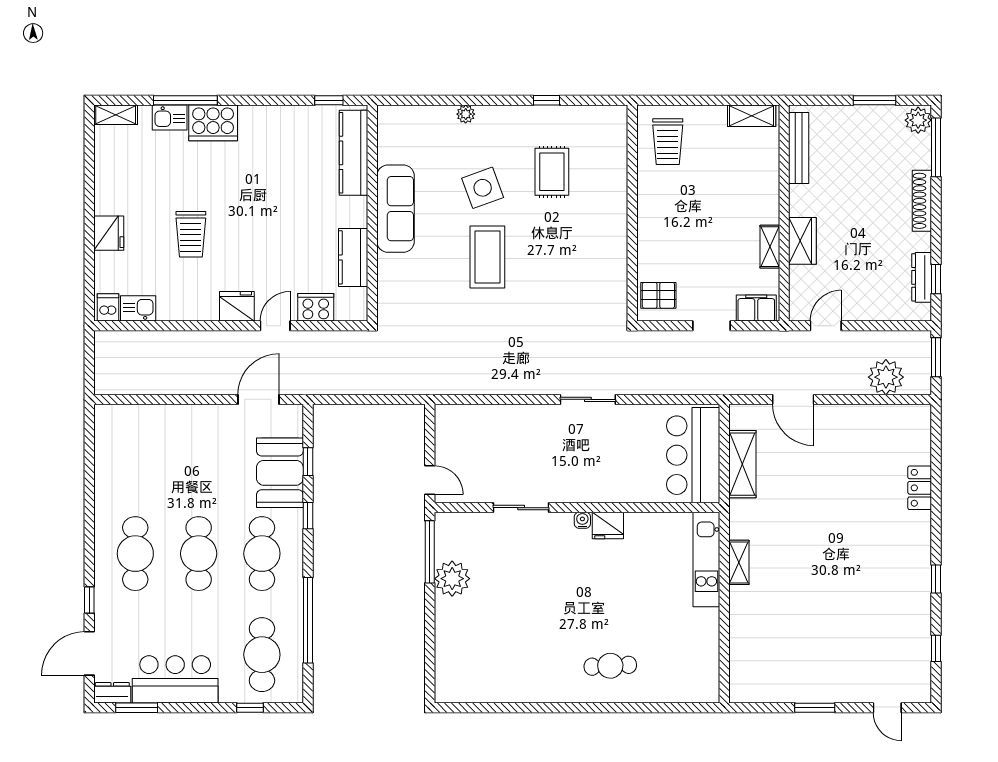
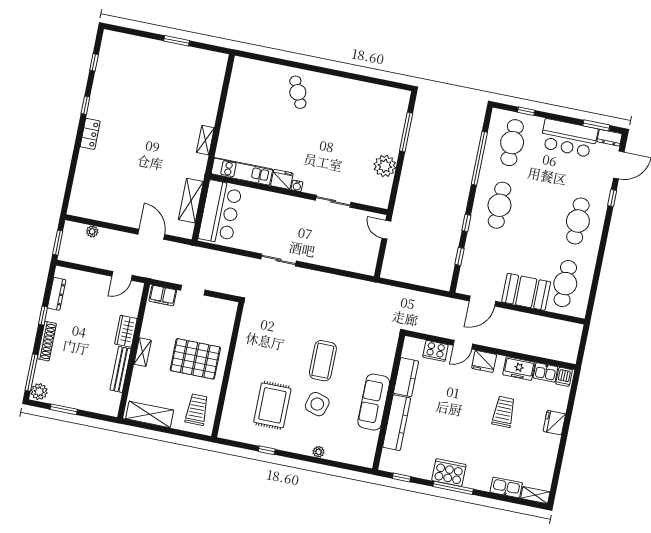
window: (185, 100) -> (453, 488), moved
shelving: (752, 116) -> (150, 414), width x1.50, depth x1.33
kitchen sink: (170, 117) -> (506, 488), width x1.38
cooker: (213, 123) -> (449, 472), moved
bench: (799, 148) -> (121, 369), moved
kitchen counter: (353, 153) -> (397, 423), moved
rug: (552, 172) -> (272, 405), width x1.36, depth x1.43
side table: (483, 188) -> (317, 404), turned 36
shelving: (770, 247) -> (143, 352), moved
window: (936, 279) -> (43, 316), moved
pallet: (658, 295) -> (195, 359), moved, width x2.05, depth x2.00
freezer: (181, 306) -> (519, 369), added
plant: (886, 377) -> (92, 231), width x0.53, depth x0.53
booth: (280, 473) -> (526, 292), moved, turned 90
locker: (920, 488) -> (90, 134), moved
window: (430, 552) -> (406, 132), moved
cafe table: (199, 554) -> (565, 284), moved
kitchen unit: (706, 560) -> (242, 171), moved, turned -90
cafe table: (610, 666) -> (298, 92), turned 69
door: (887, 708) -> (132, 32), removed

